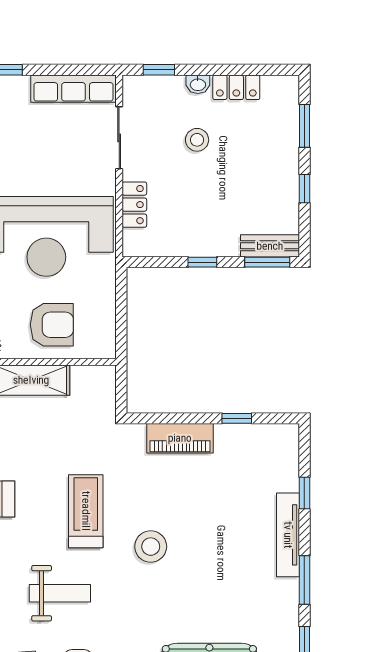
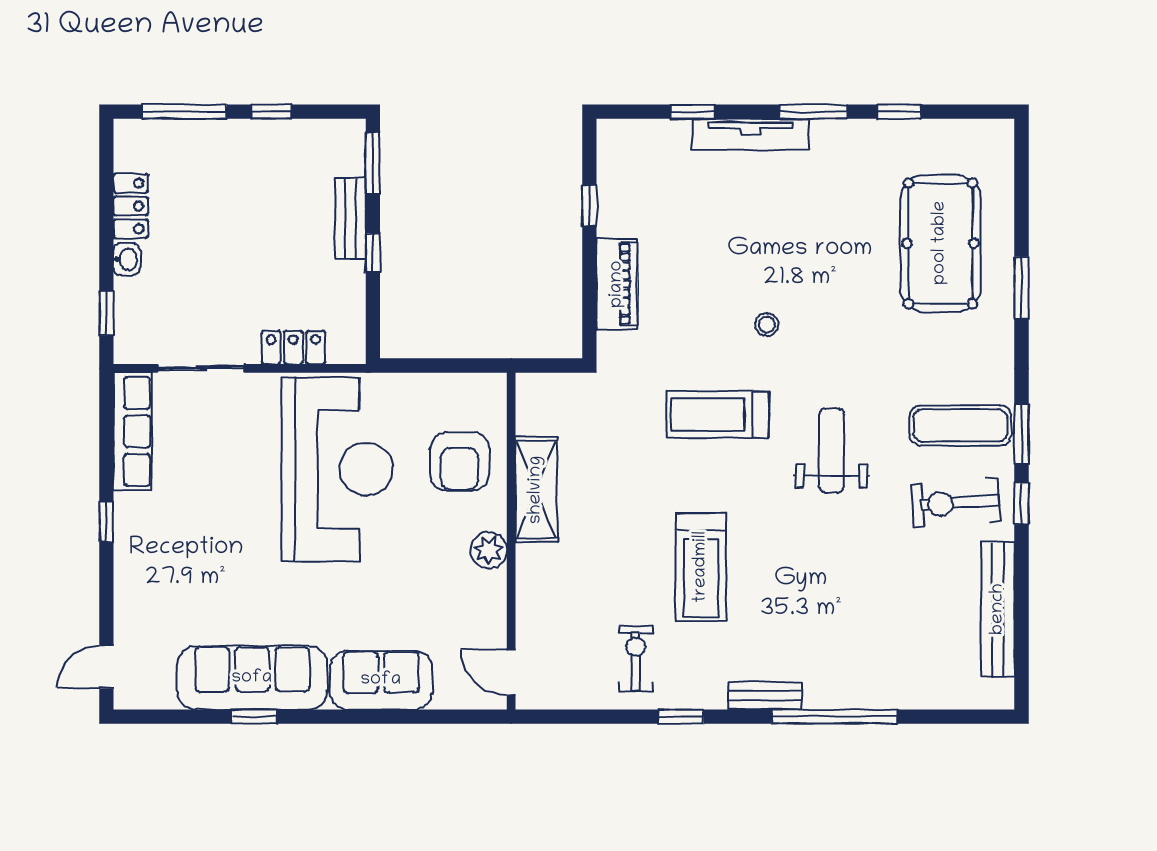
window: (304, 126) -> (184, 112), width x1.44
stool: (197, 140) -> (204, 260), removed
bench: (270, 246) -> (350, 218), moved
armchair: (52, 325) -> (460, 462), turned 180
stool: (151, 547) -> (767, 325), width x0.53, depth x0.53

